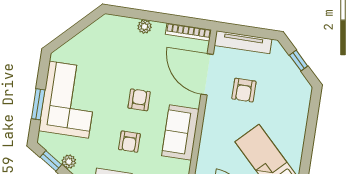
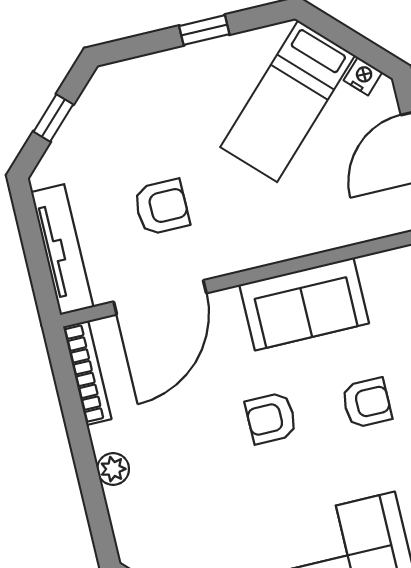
window: (309, 137) -> (204, 30), added

